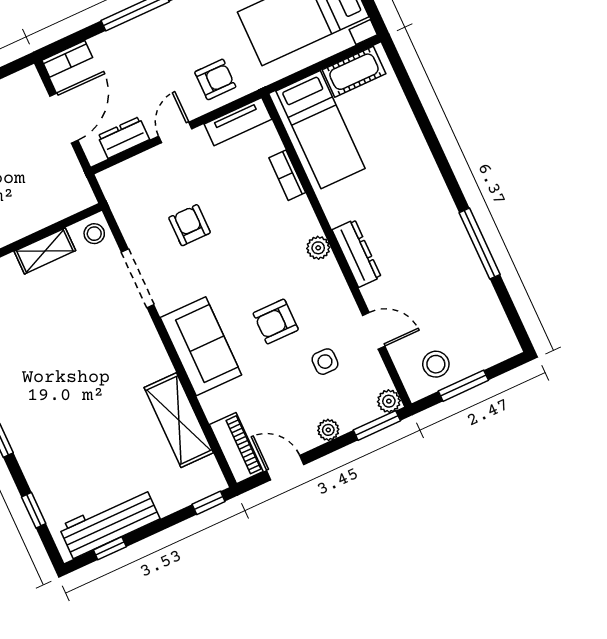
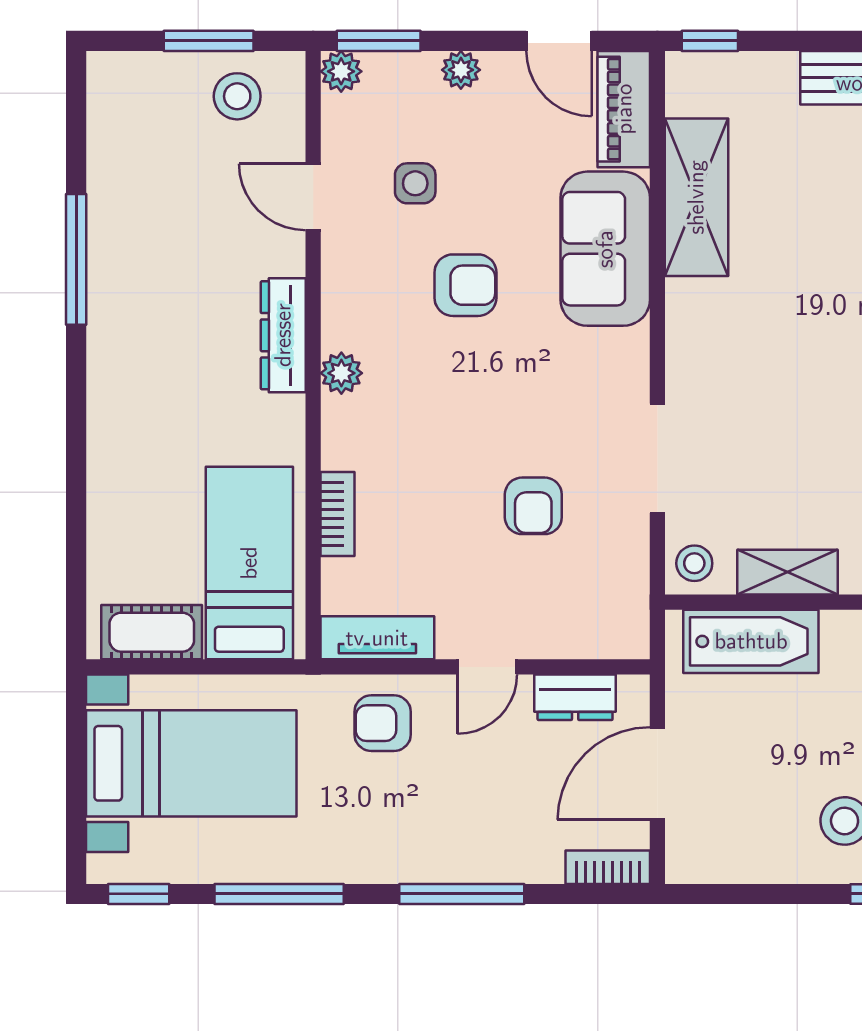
bathtub: (47, 207) -> (751, 641), added
sofa: (201, 346) -> (605, 249), moved

